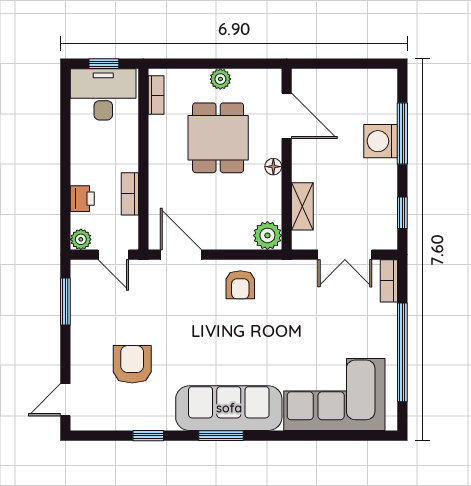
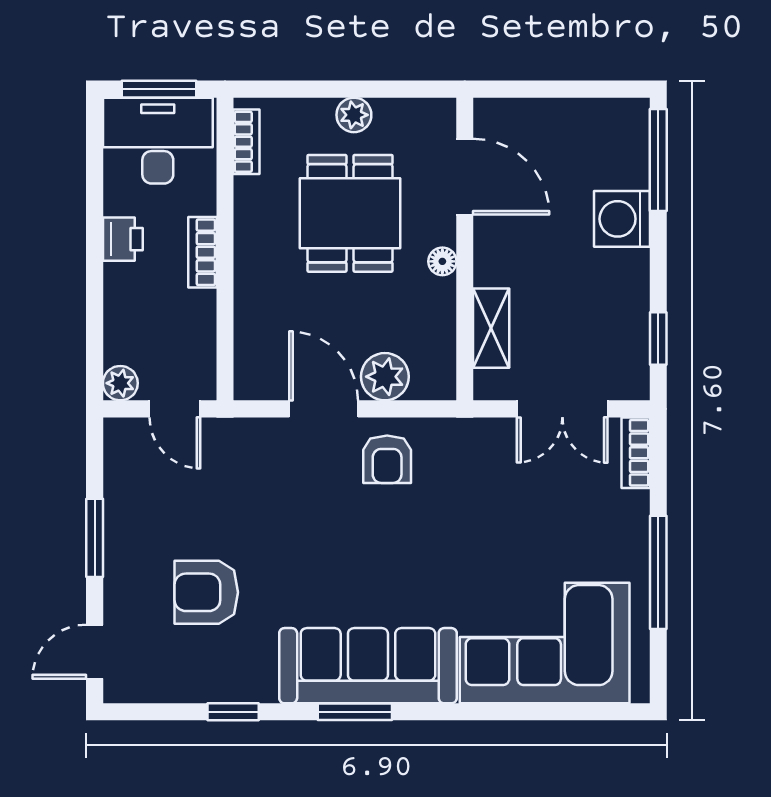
window: (104, 64) -> (159, 89), width x1.50
window: (402, 133) -> (658, 160), moved
bookcase: (130, 194) -> (202, 252), moved
printer: (82, 199) -> (123, 239), moved
plant: (267, 235) -> (385, 377), moved
door: (181, 255) -> (324, 409), moved
window: (65, 301) -> (95, 538), moved
window: (402, 352) -> (658, 572), width x0.68
armchair: (132, 364) -> (206, 592), turned -90

